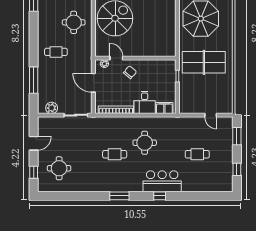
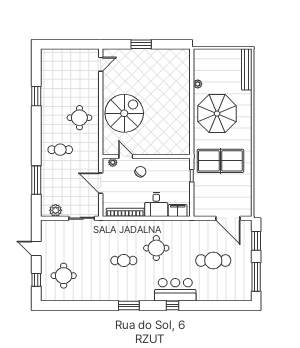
door: (211, 115) -> (228, 218), width x1.88
door: (34, 143) -> (36, 248), swing flipped
cafe table: (197, 154) -> (213, 261), width x1.37, depth x1.35
window: (237, 169) -> (256, 277), width x2.17

